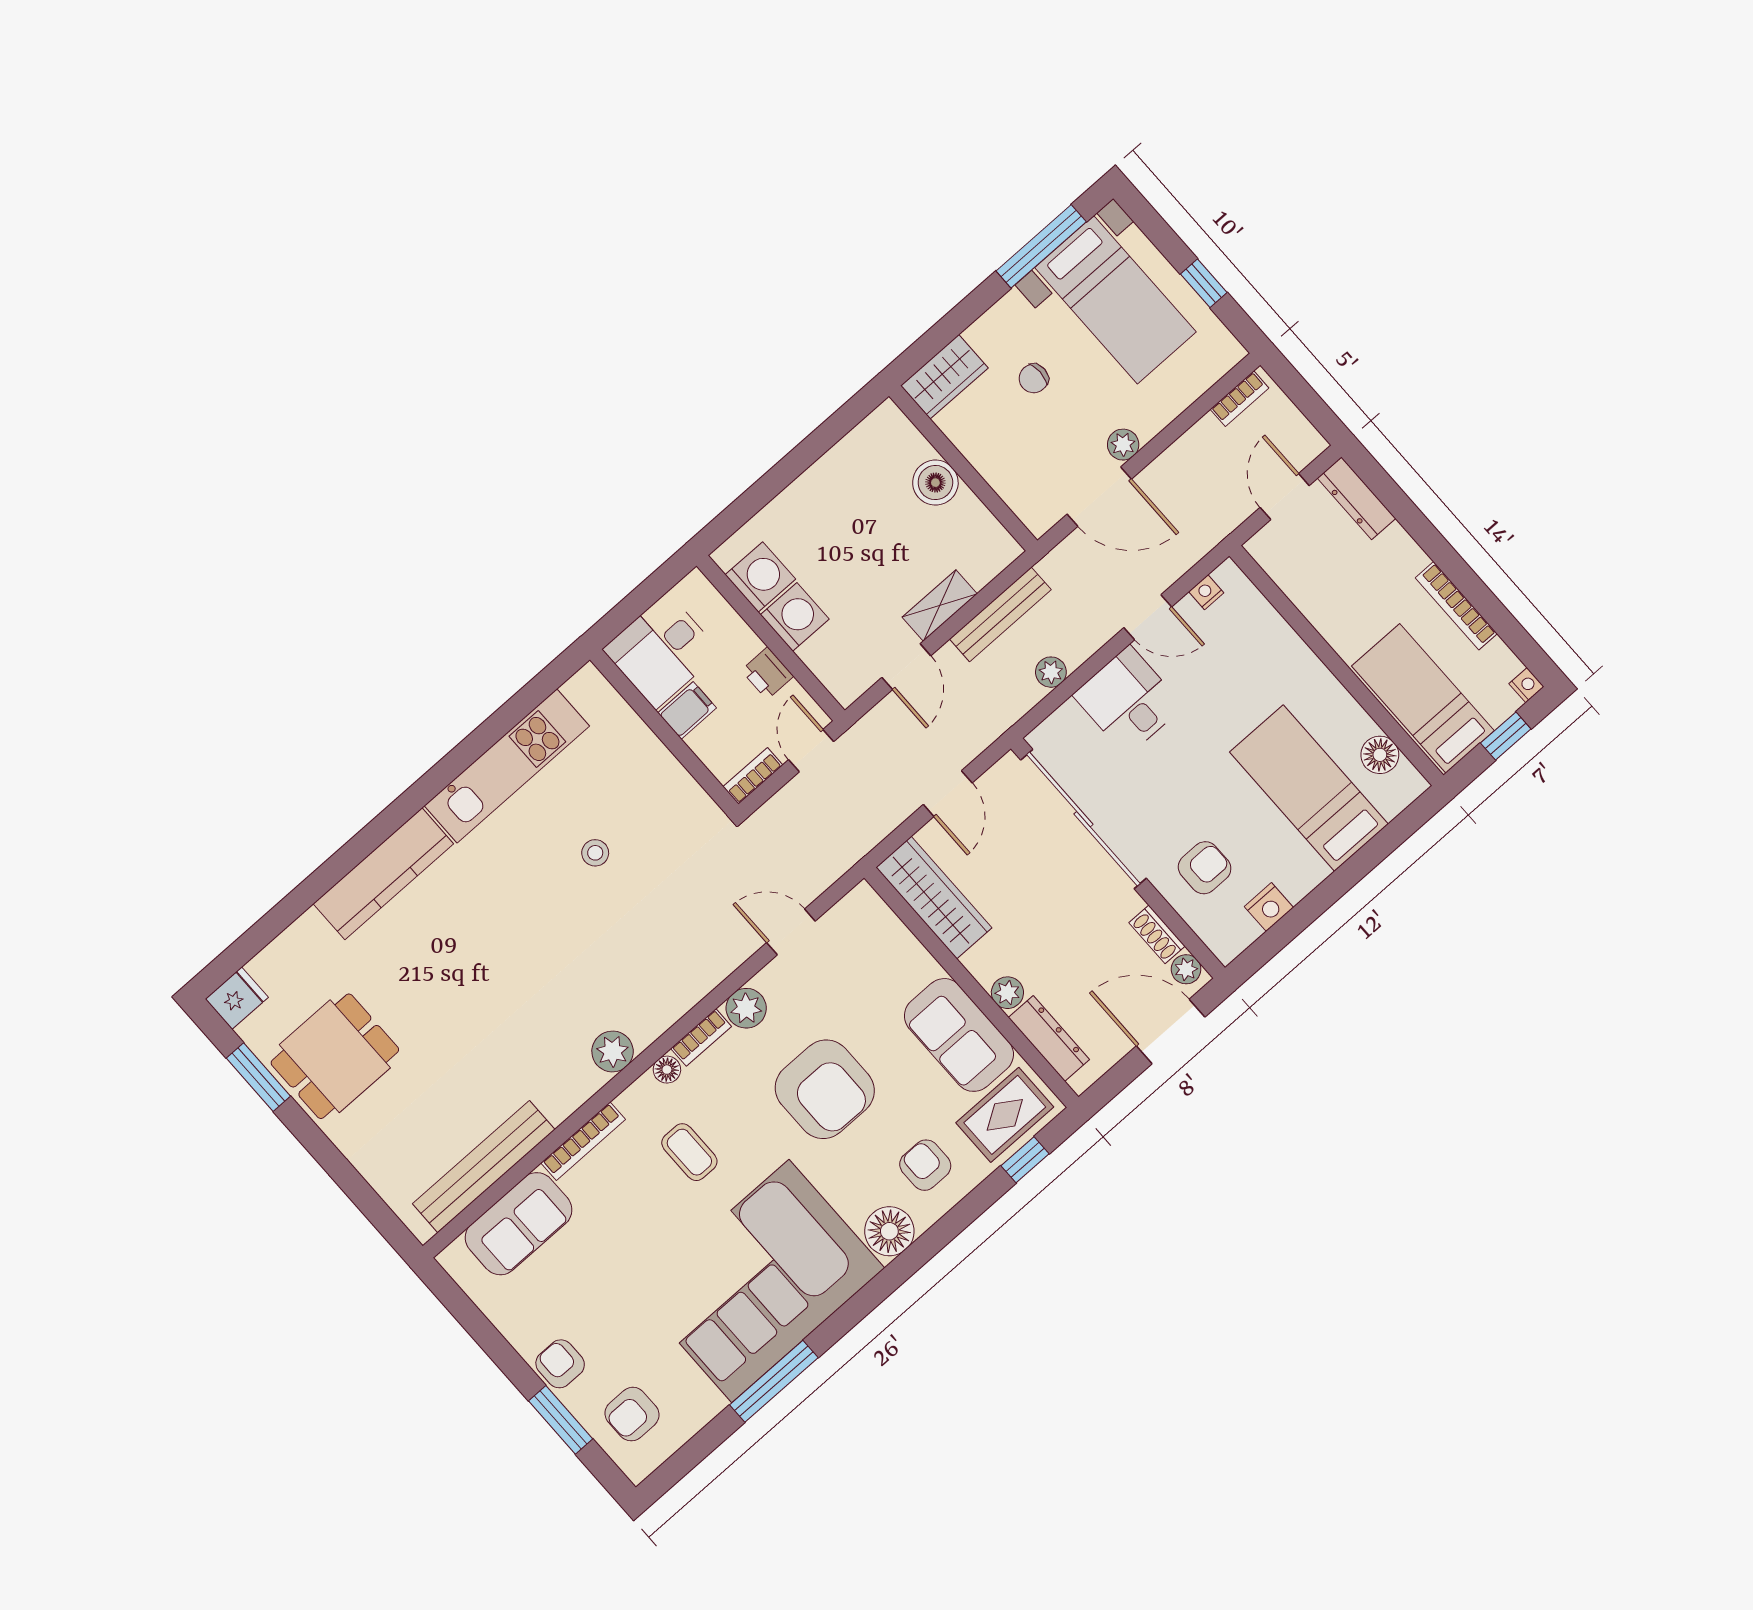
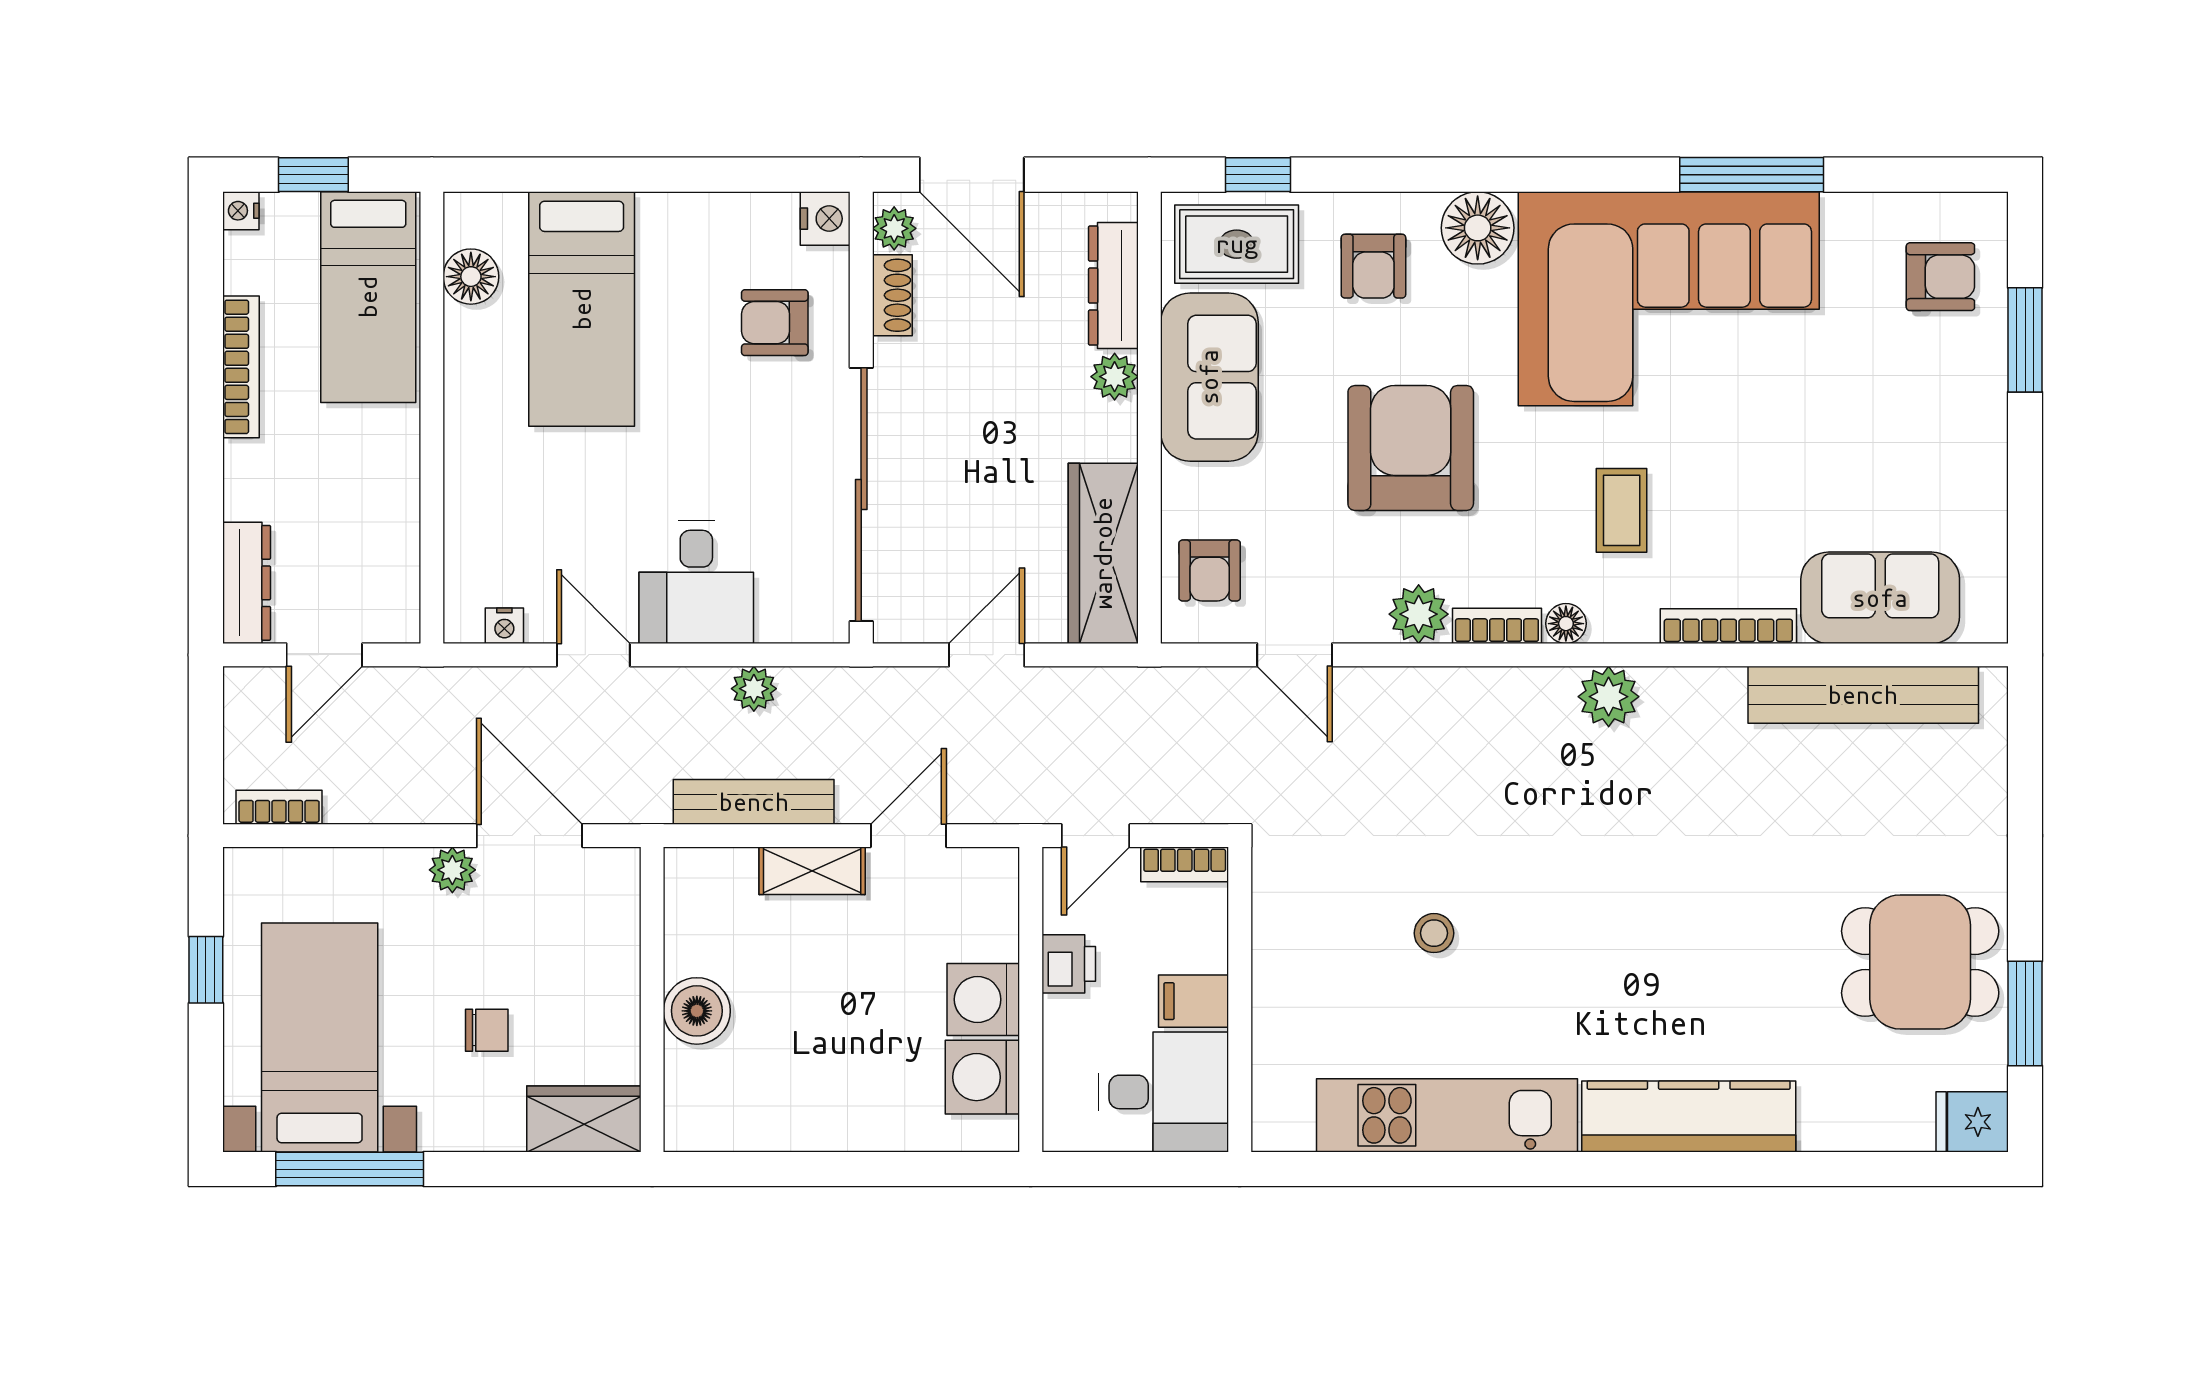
nightstand: (1269, 907) -> (825, 219), moved, turned 90
armchair: (560, 1364) -> (1210, 571), moved

